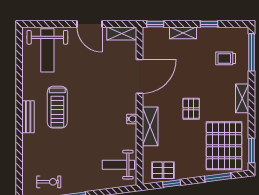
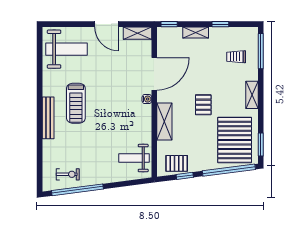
weight bench: (47, 50) -> (66, 49), turned -90
bench: (28, 117) -> (48, 118), width x1.36
water cooler: (132, 119) -> (147, 99), moved
window: (218, 177) -> (229, 170), width x2.11

